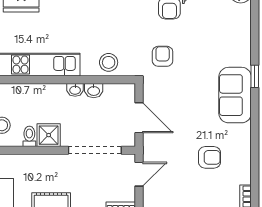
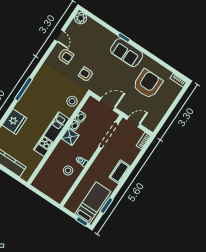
shower: (49, 135) -> (70, 137), moved
armchair: (210, 157) -> (148, 84), width x1.88, depth x1.88
door: (139, 174) -> (133, 122), hinge flipped

